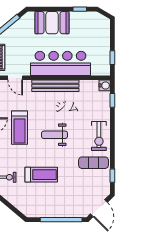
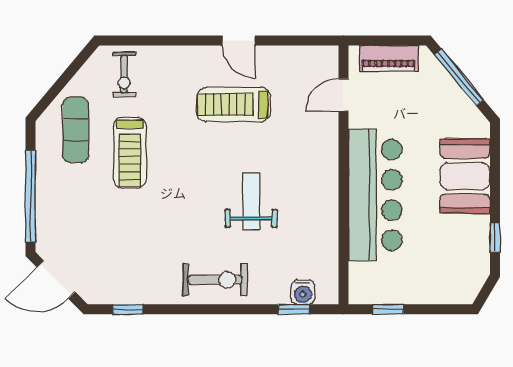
water cooler: (105, 85) -> (303, 292), moved
bench: (55, 86) -> (326, 184), removed
weight bench: (55, 135) -> (251, 201), moved
exercise bike: (99, 136) -> (215, 280), turned 180
exercise mat: (94, 163) -> (76, 130), moved

